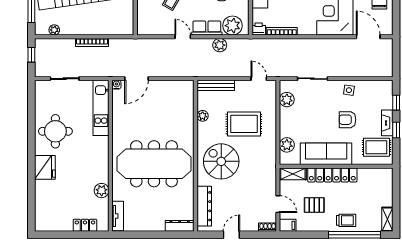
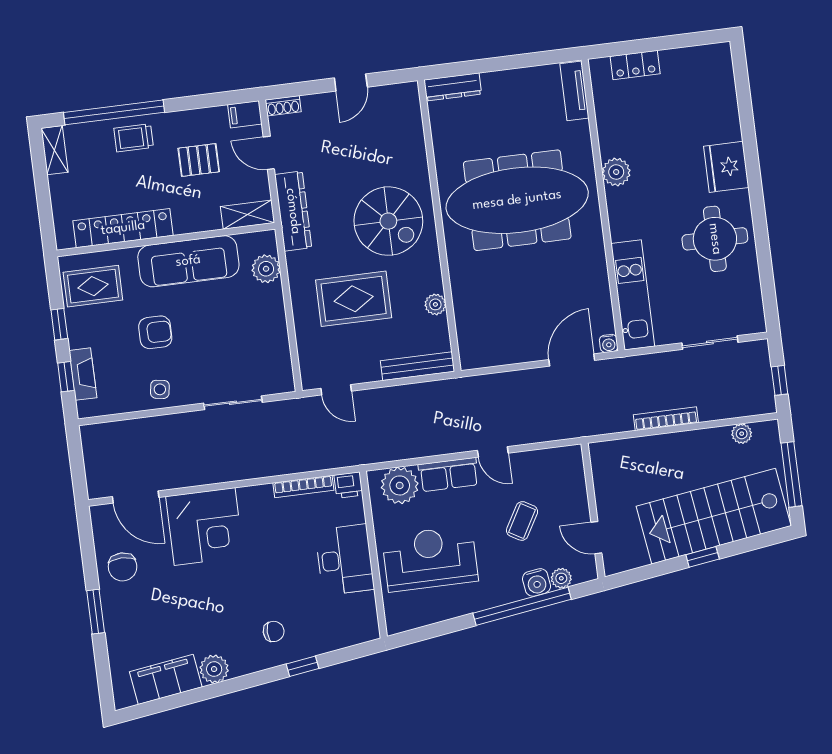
plant: (220, 45) -> (420, 445), removed
plant: (287, 100) -> (277, 356), removed
fireplace: (387, 123) -> (83, 374), moved
locker: (332, 175) -> (123, 228), moved
plant: (102, 191) -> (616, 172), moved
dresser: (204, 206) -> (293, 211), moved, turned 180

